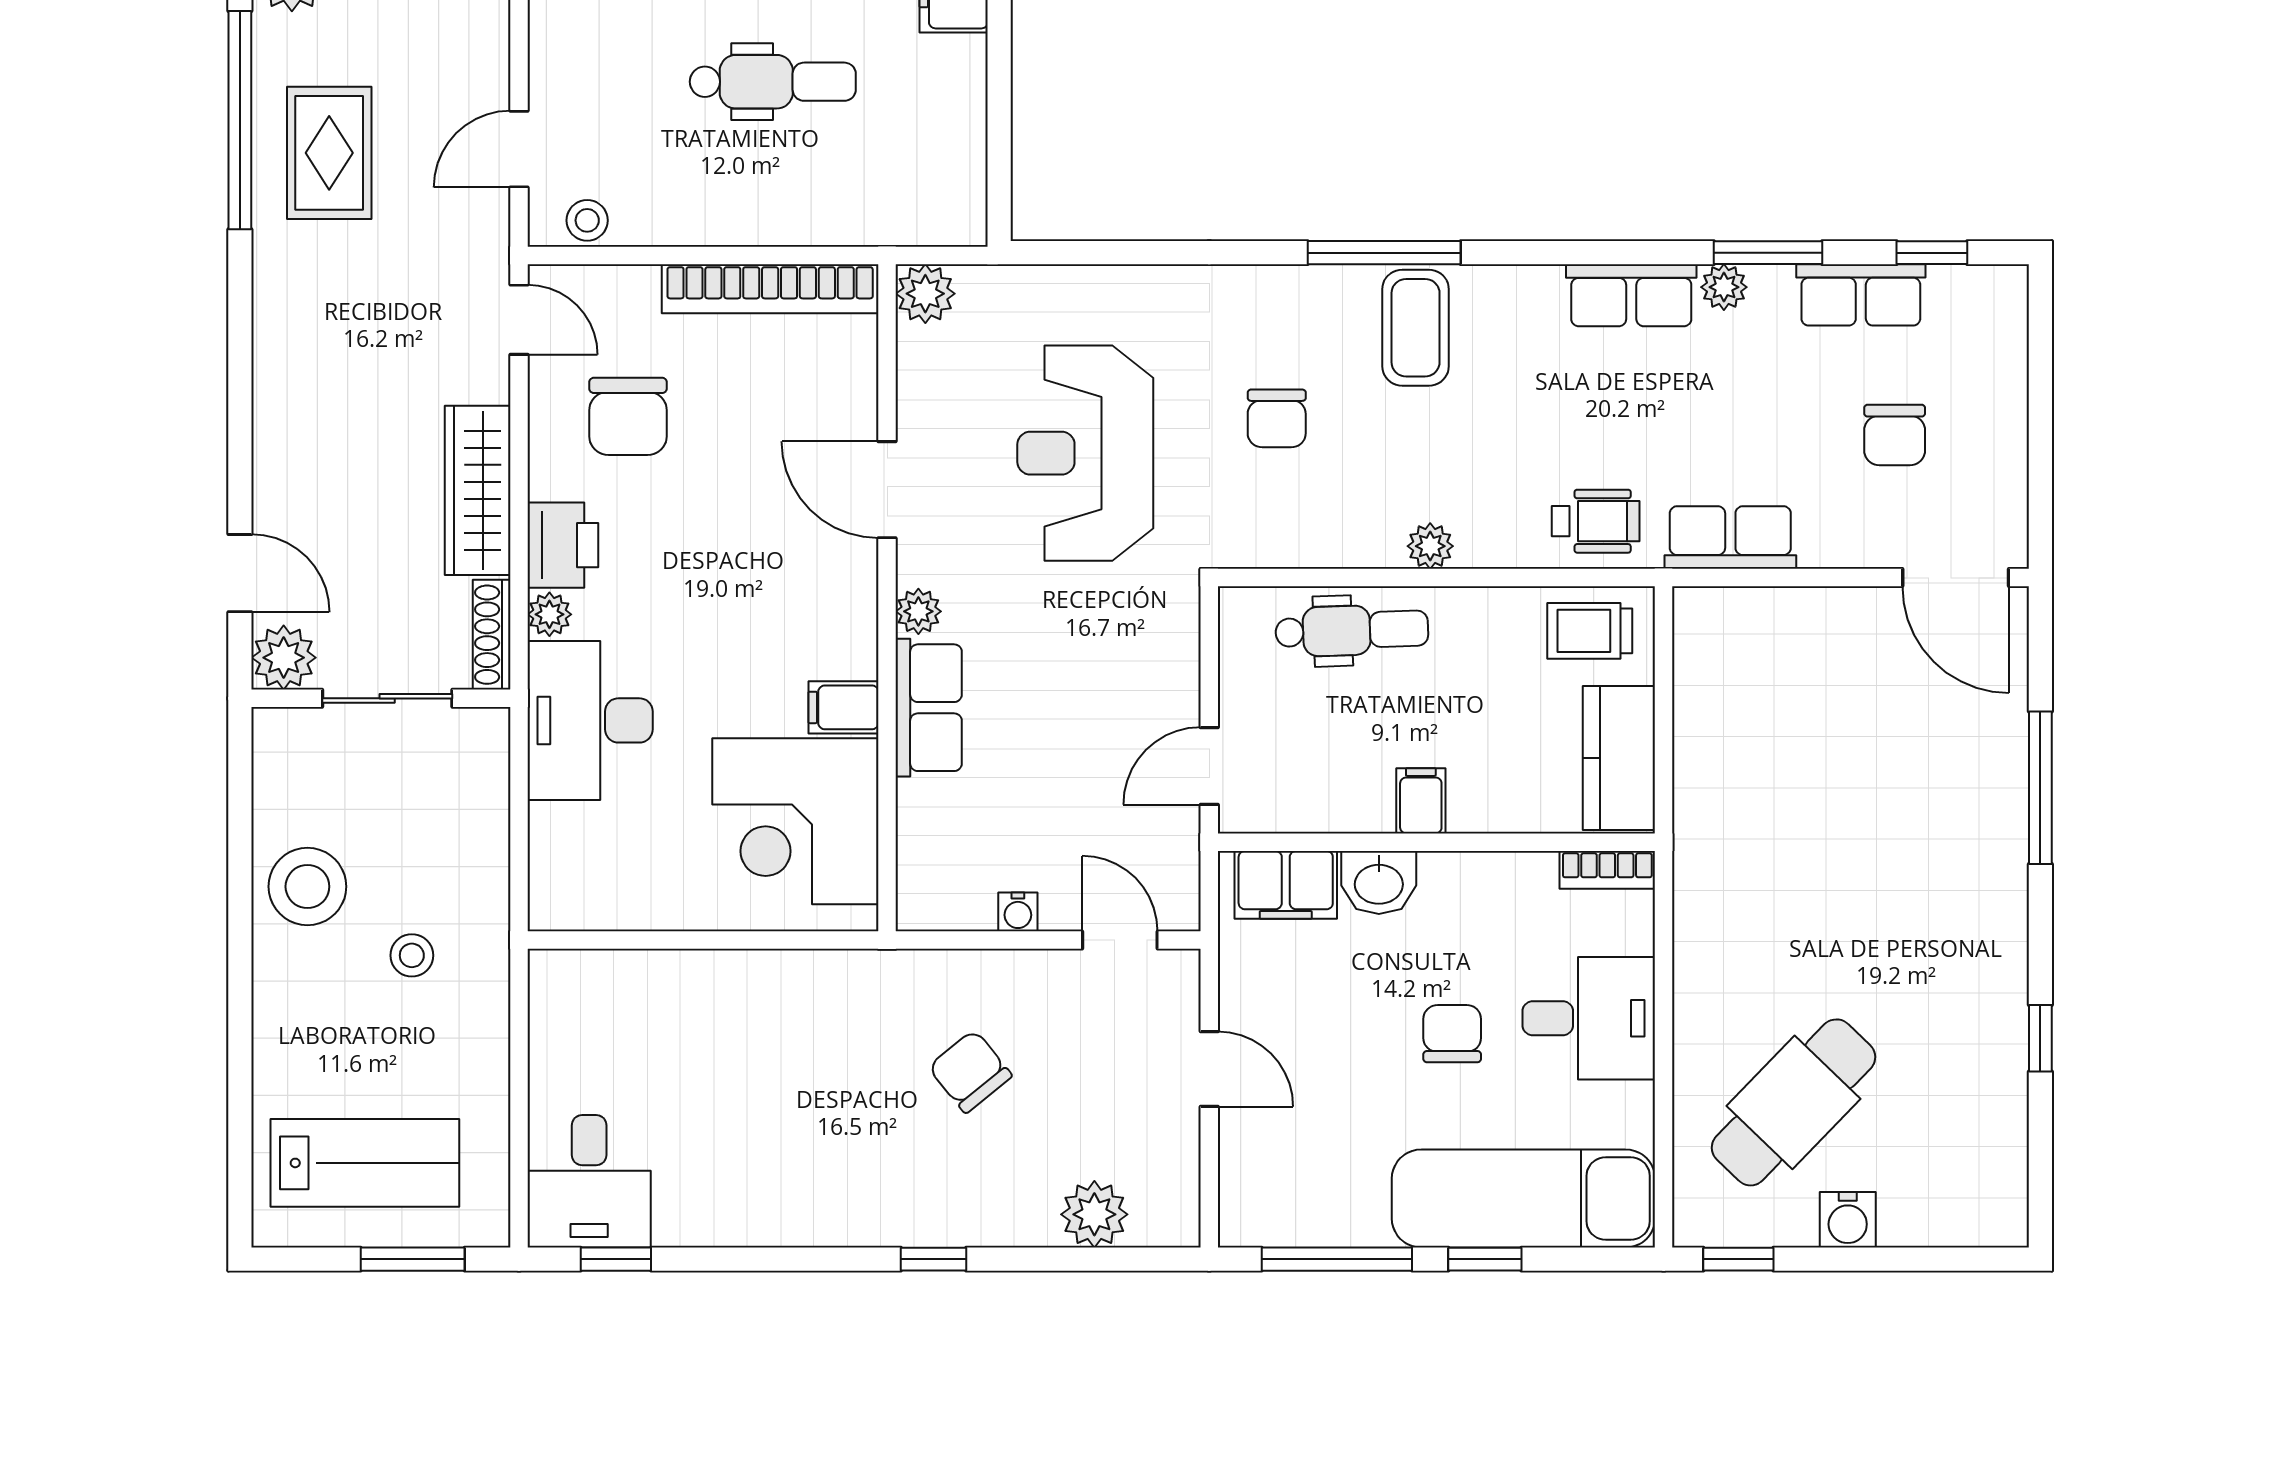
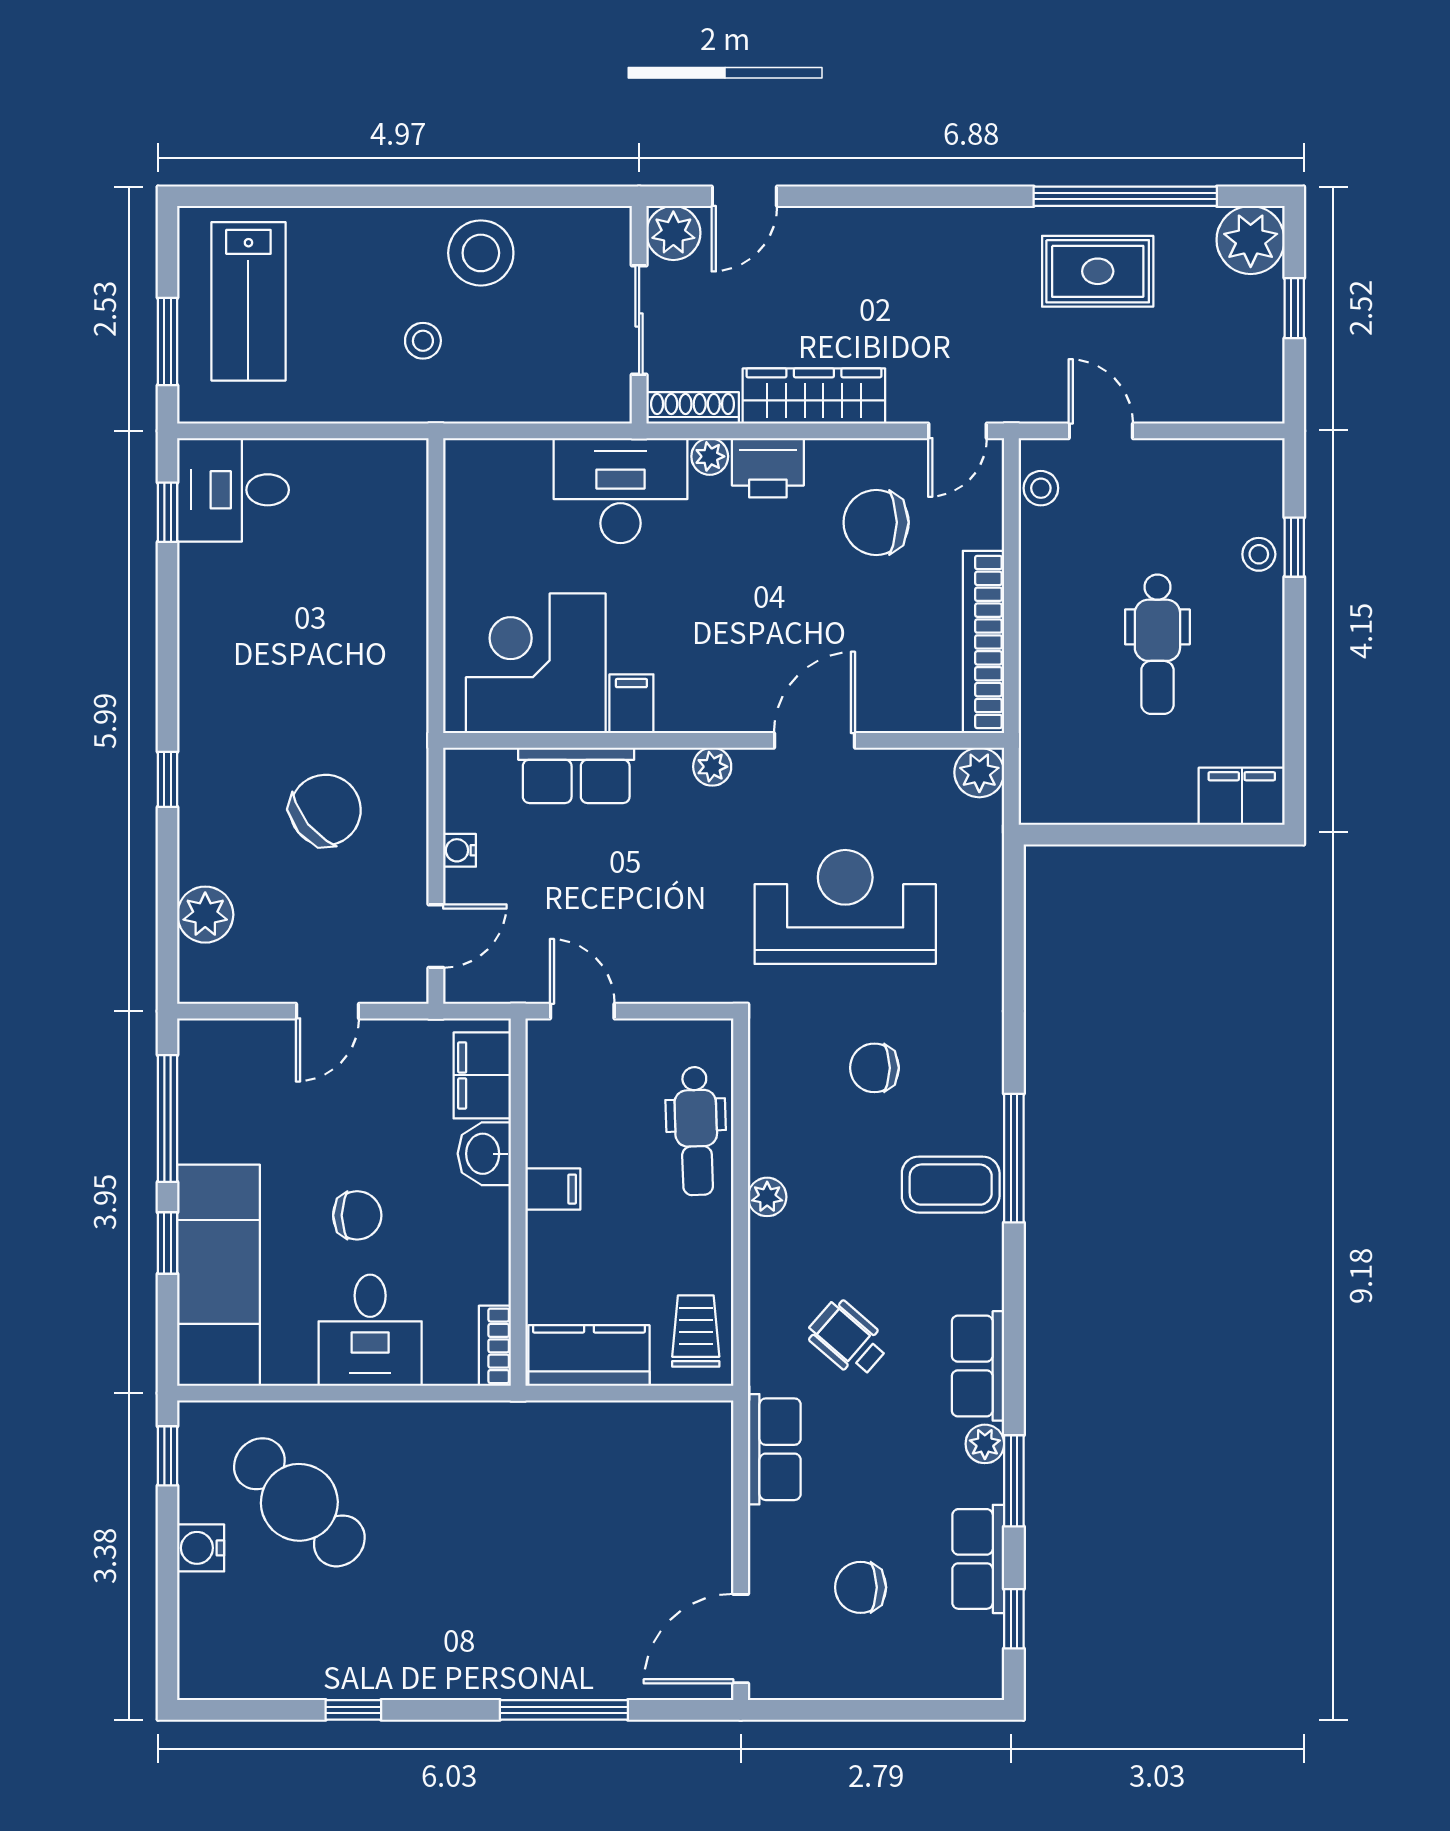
wheelchair: (1596, 521) -> (848, 1339), moved, turned 131
row of seats: (929, 708) -> (576, 775), moved
chair: (970, 1071) -> (325, 810), width x1.37, depth x1.37

